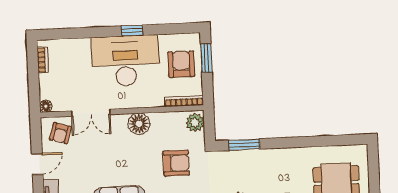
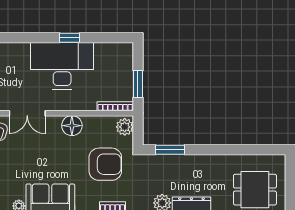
window: (206, 58) -> (138, 84), moved
armchair: (181, 64) -> (114, 71), removed
armchair: (176, 163) -> (105, 164), width x1.36, depth x1.36

